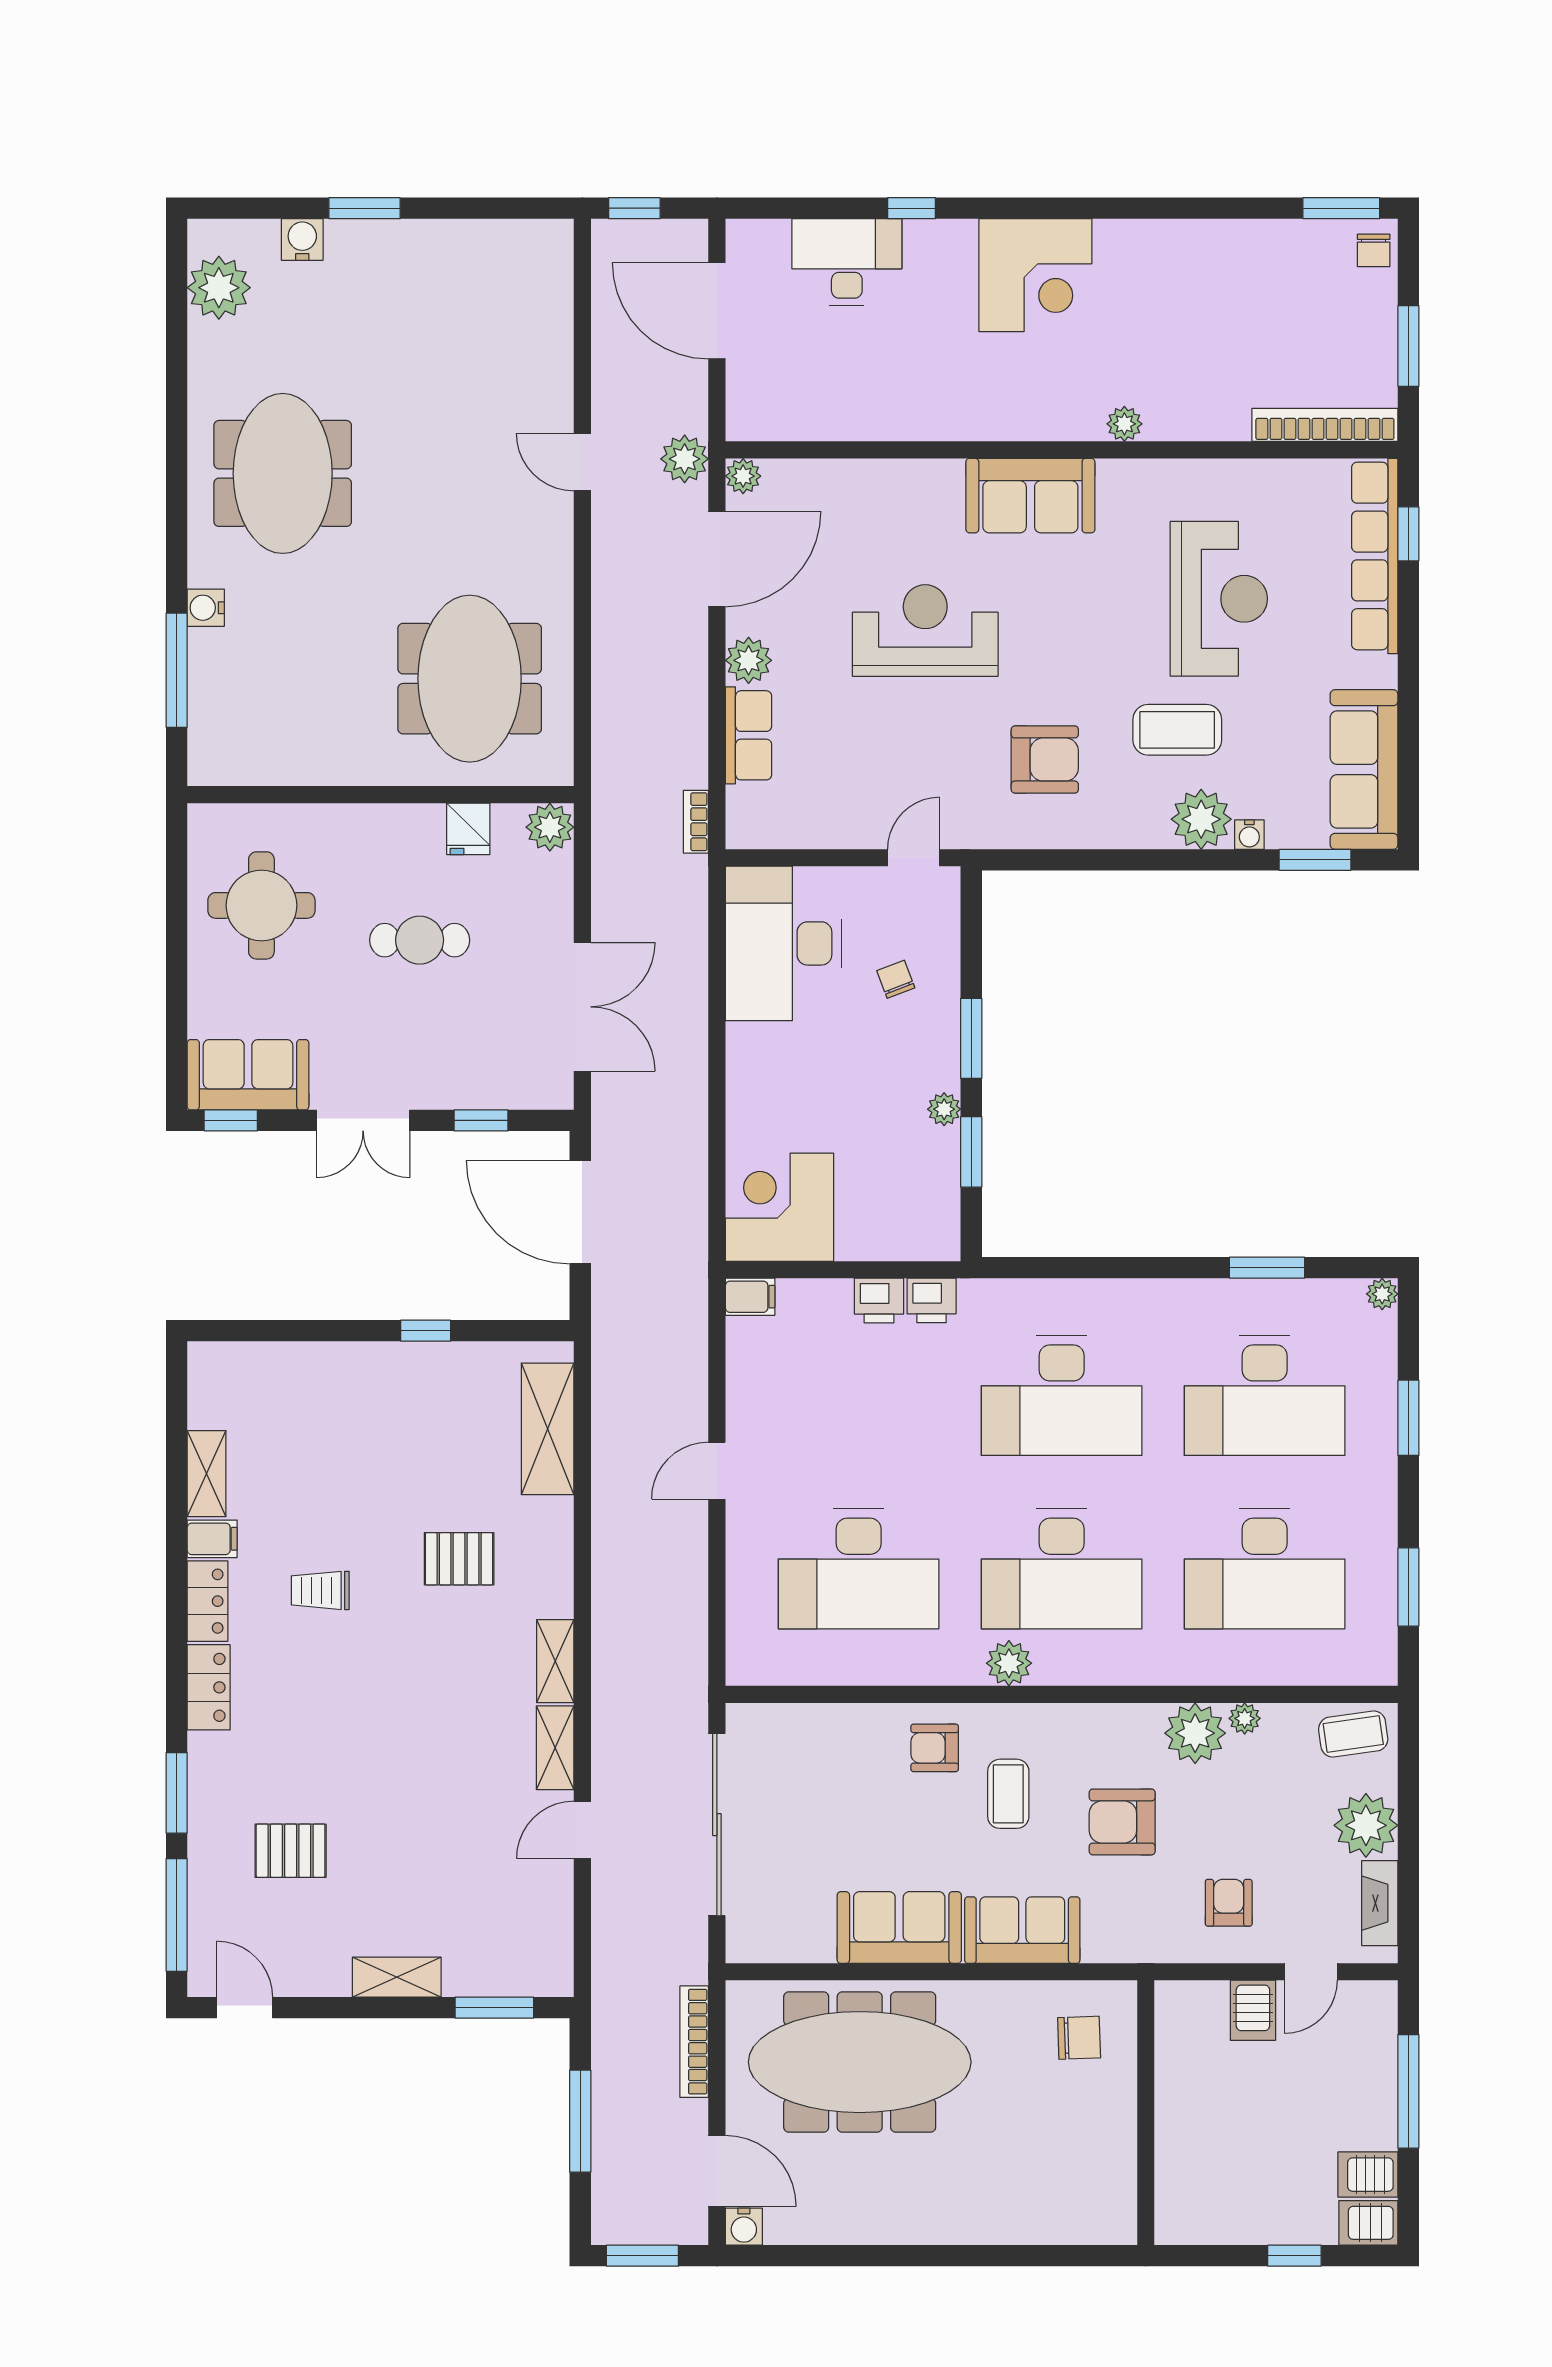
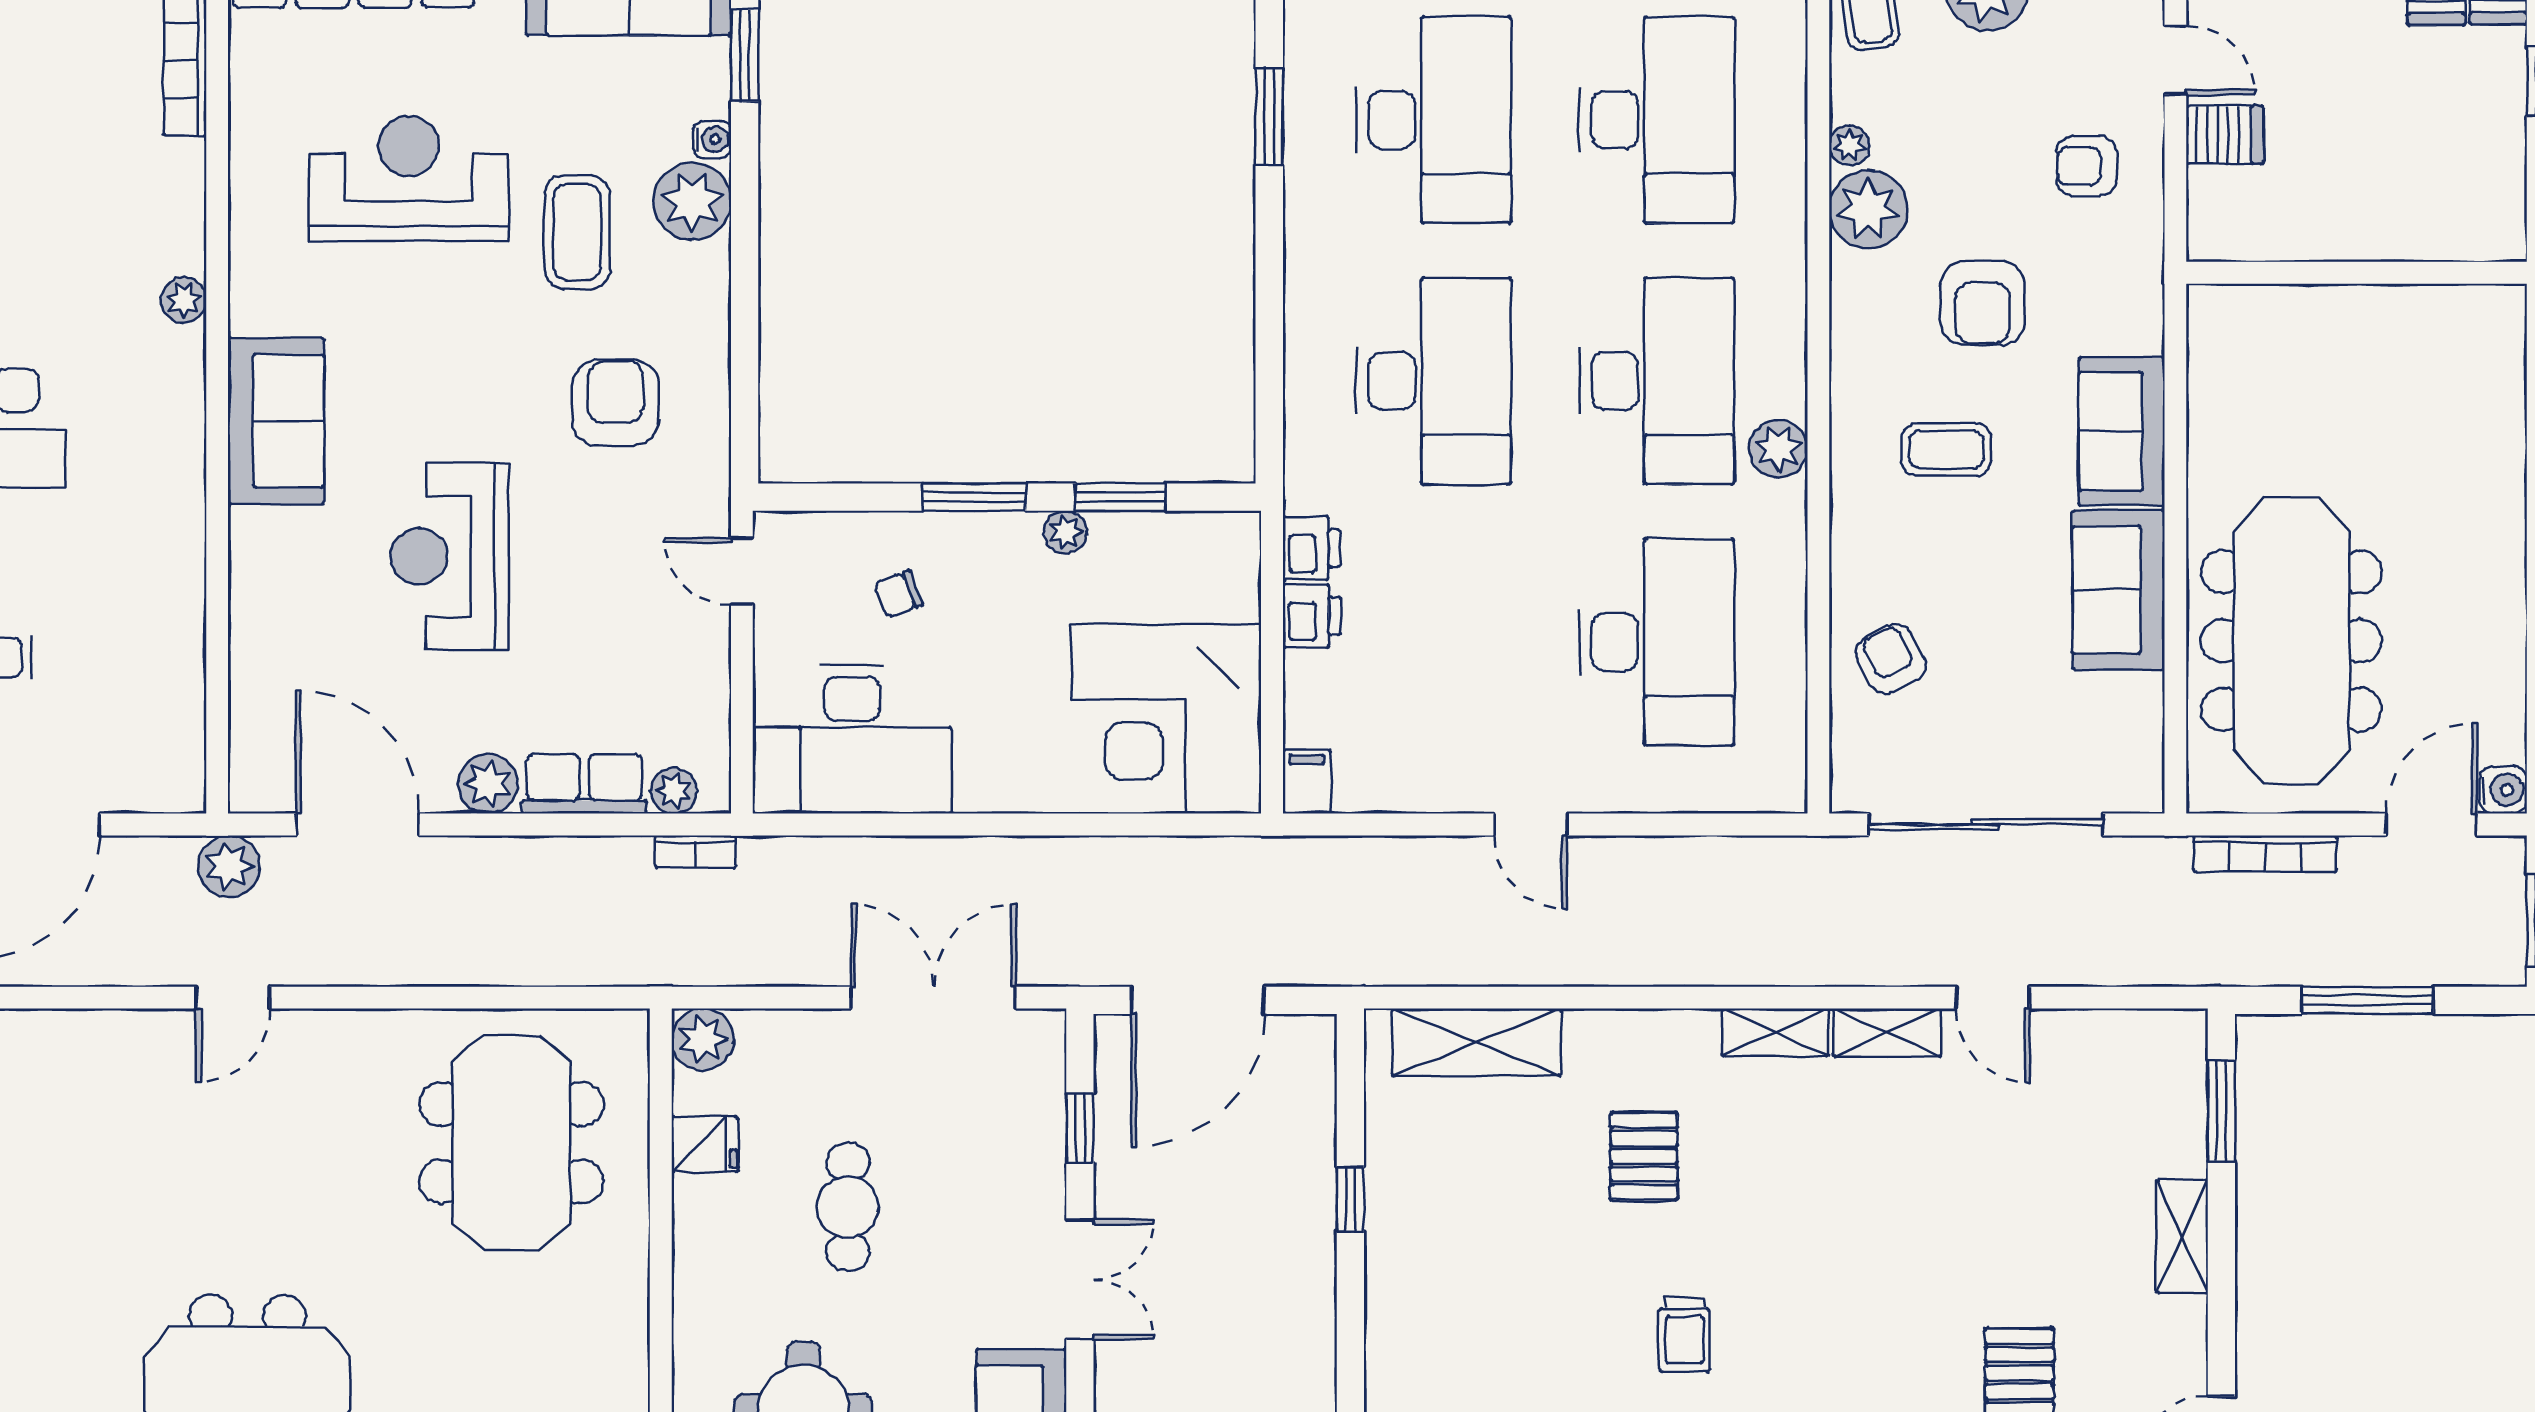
plant: (743, 476) -> (674, 791), moved
meeting table: (470, 679) -> (511, 1143), turned 90
corner desk: (779, 1207) -> (1166, 719), width x1.36, depth x1.36
armchair: (935, 1748) -> (1891, 659), moved, turned 153
chair: (1079, 2038) -> (2260, 358), removed

